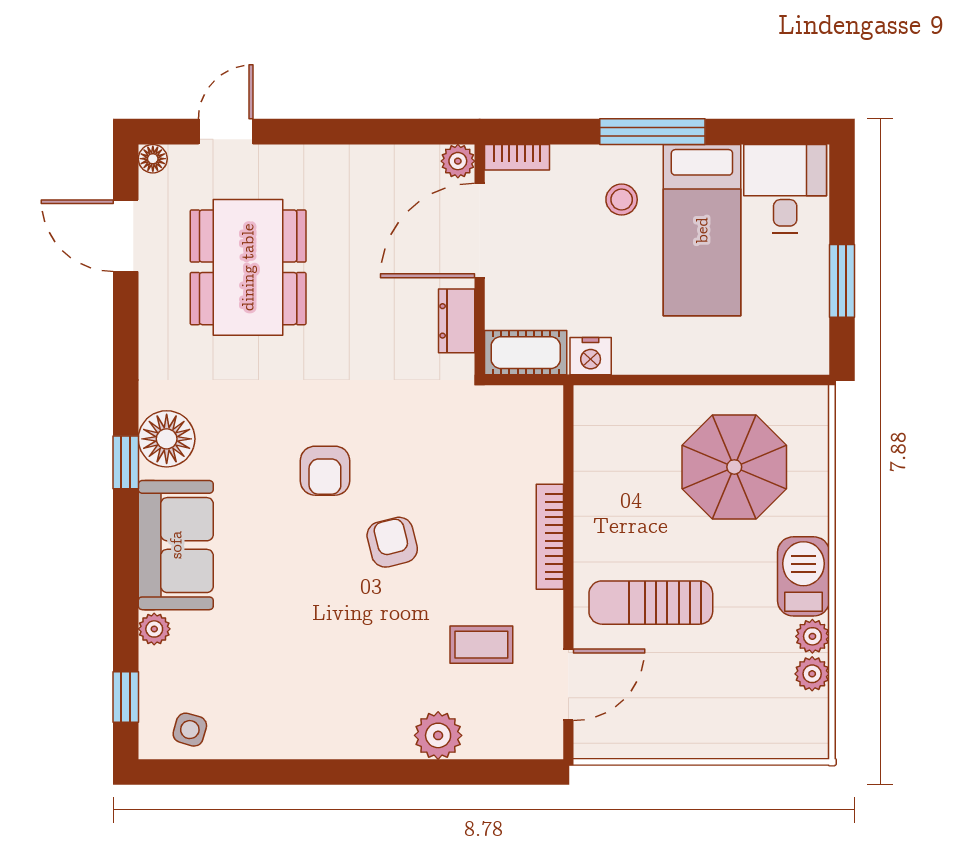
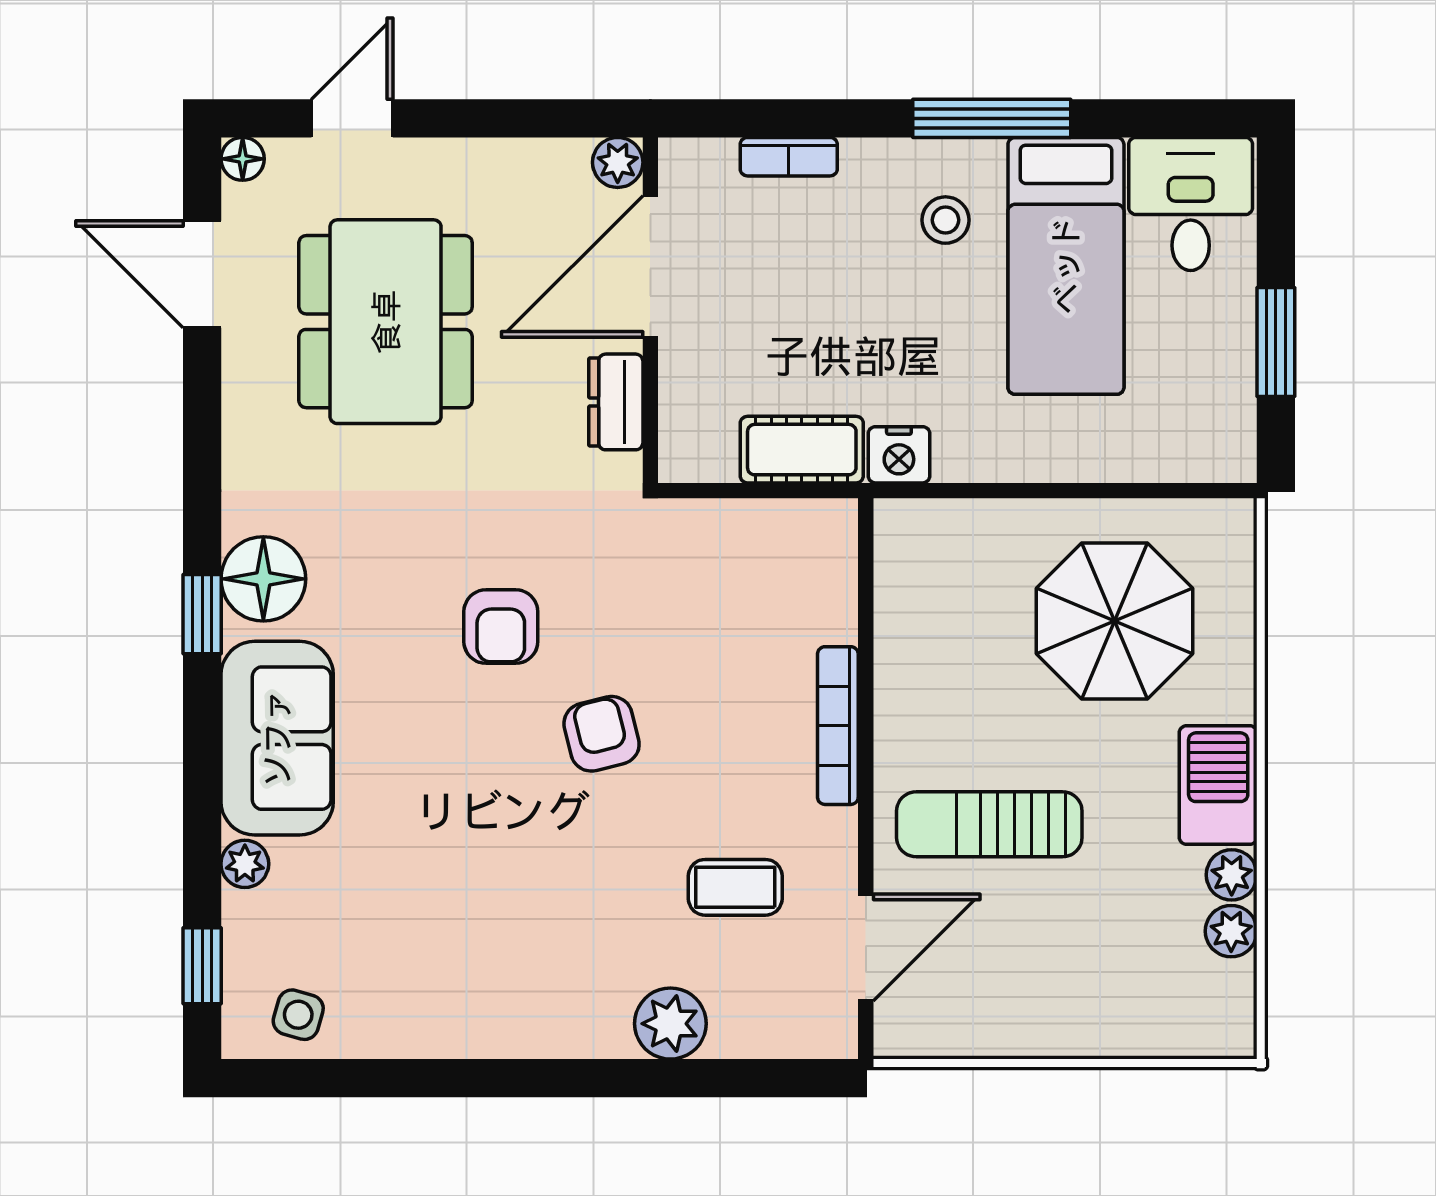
plant: (458, 161) -> (618, 162), moved
door: (480, 231) -> (650, 267), moved
wall: (480, 260) -> (650, 310), moved
dresser: (457, 321) -> (616, 402), moved

